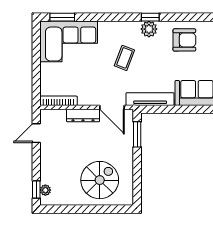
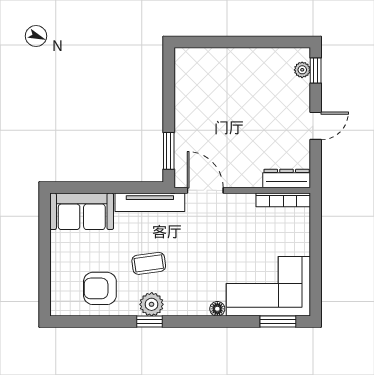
floor lamp: (104, 26) -> (217, 309), added
coffee table: (124, 58) -> (149, 263), moved, turned 61
dresser: (83, 115) -> (287, 179), moved
door: (36, 133) -> (316, 126), moved
spiral stairs: (100, 180) -> (223, 84), removed

